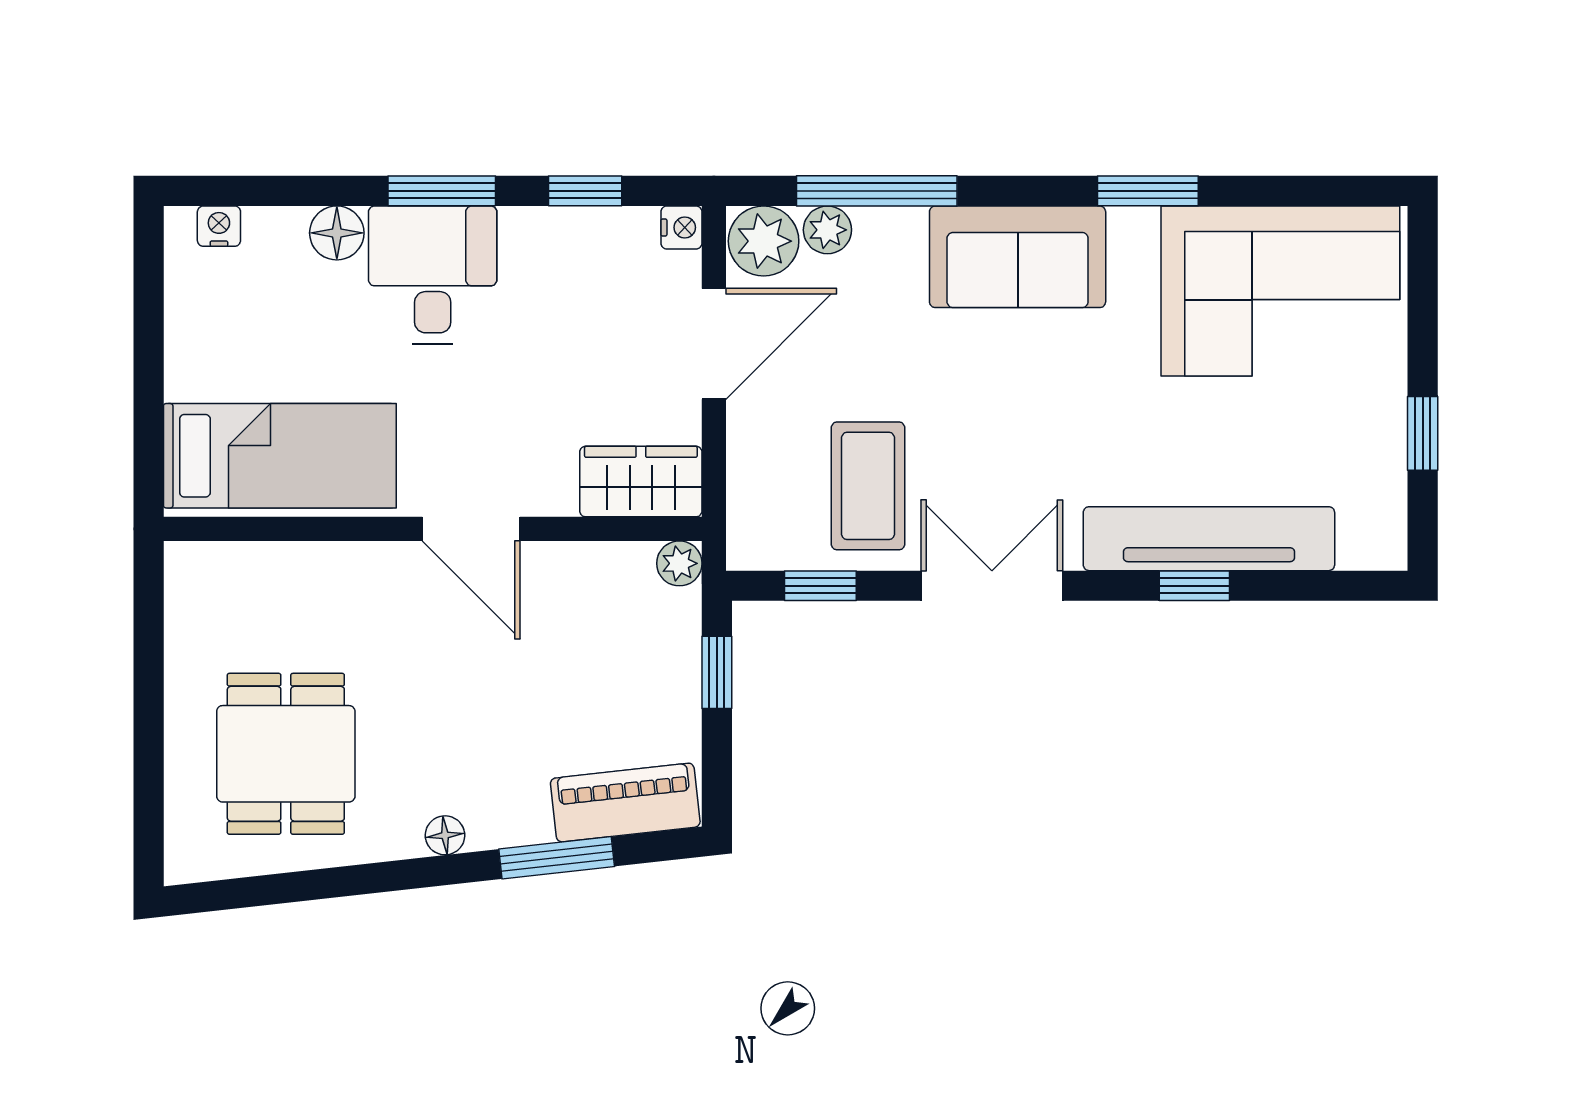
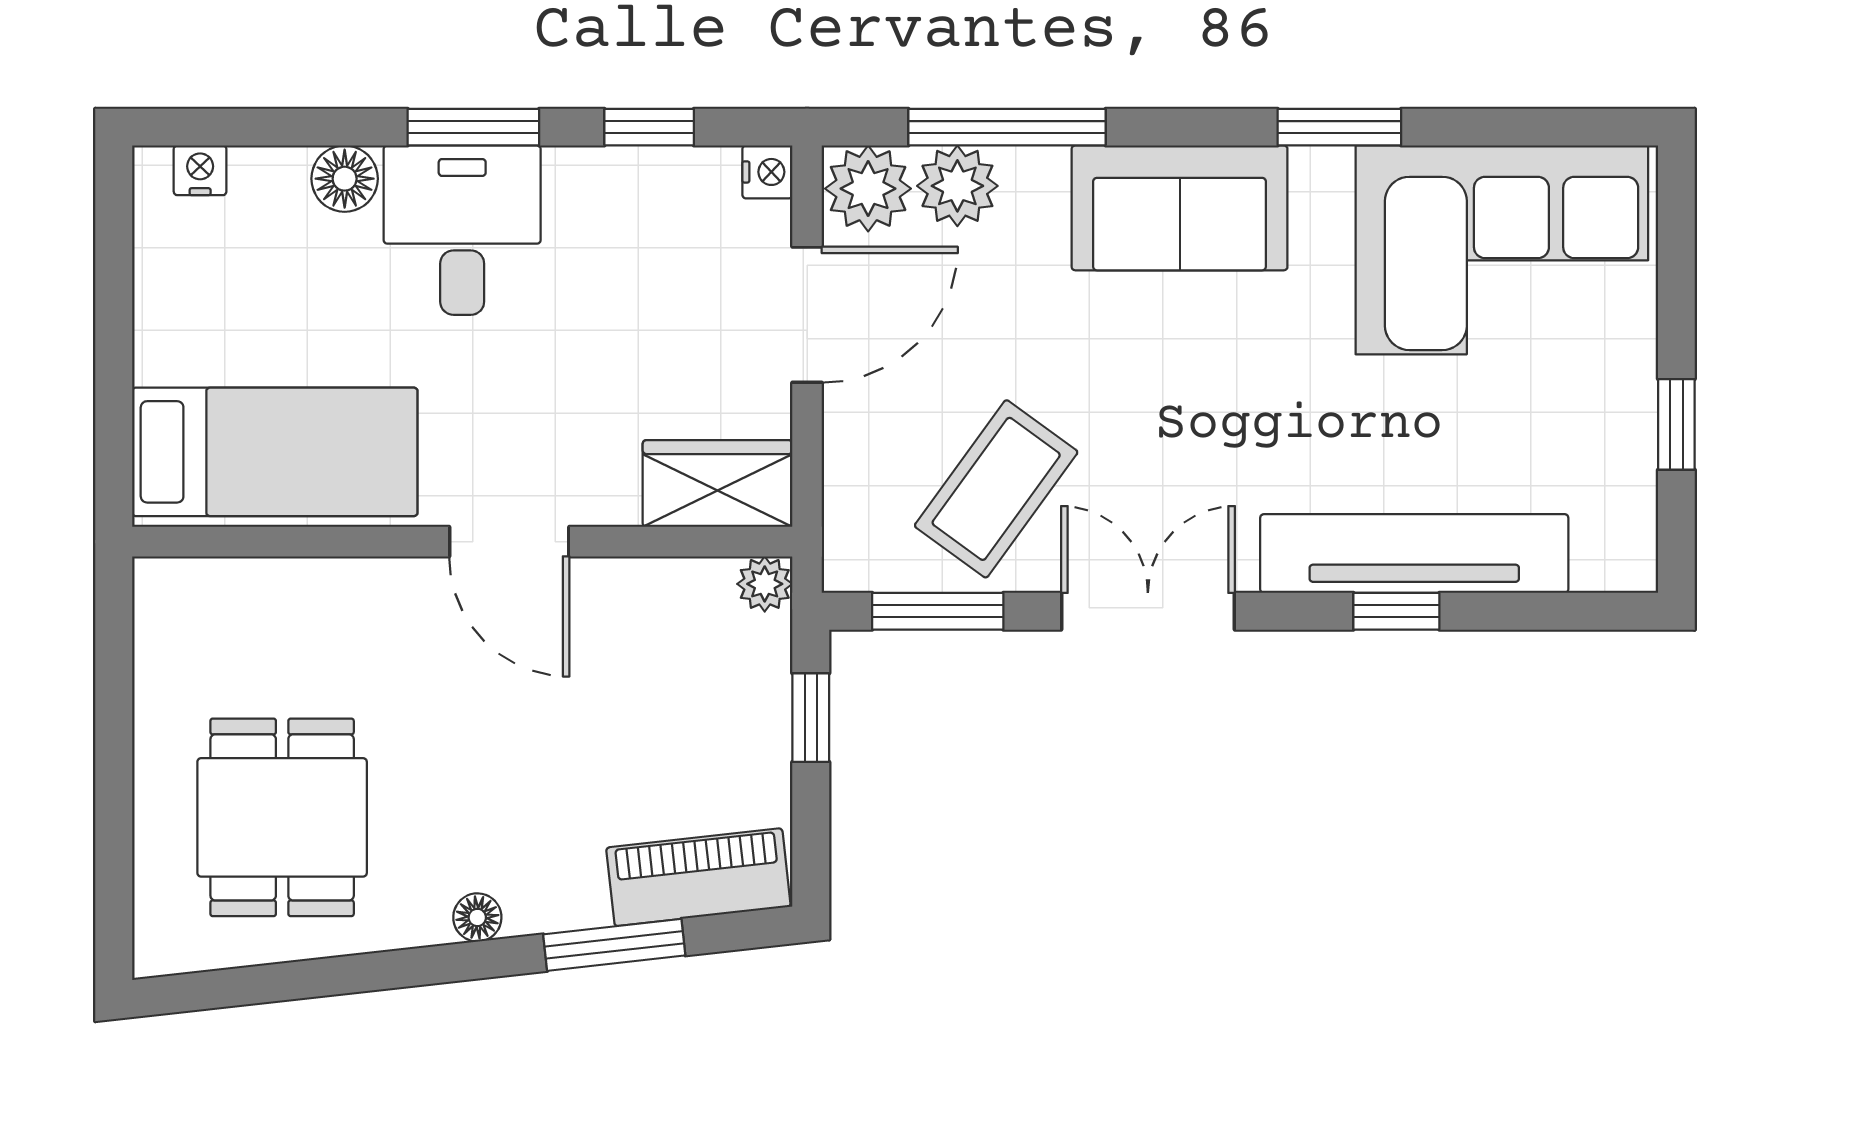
plant: (827, 230) -> (957, 186), width x1.38, depth x1.38
coffee table: (868, 486) -> (996, 489), turned 36
window: (820, 586) -> (938, 611), width x1.50

